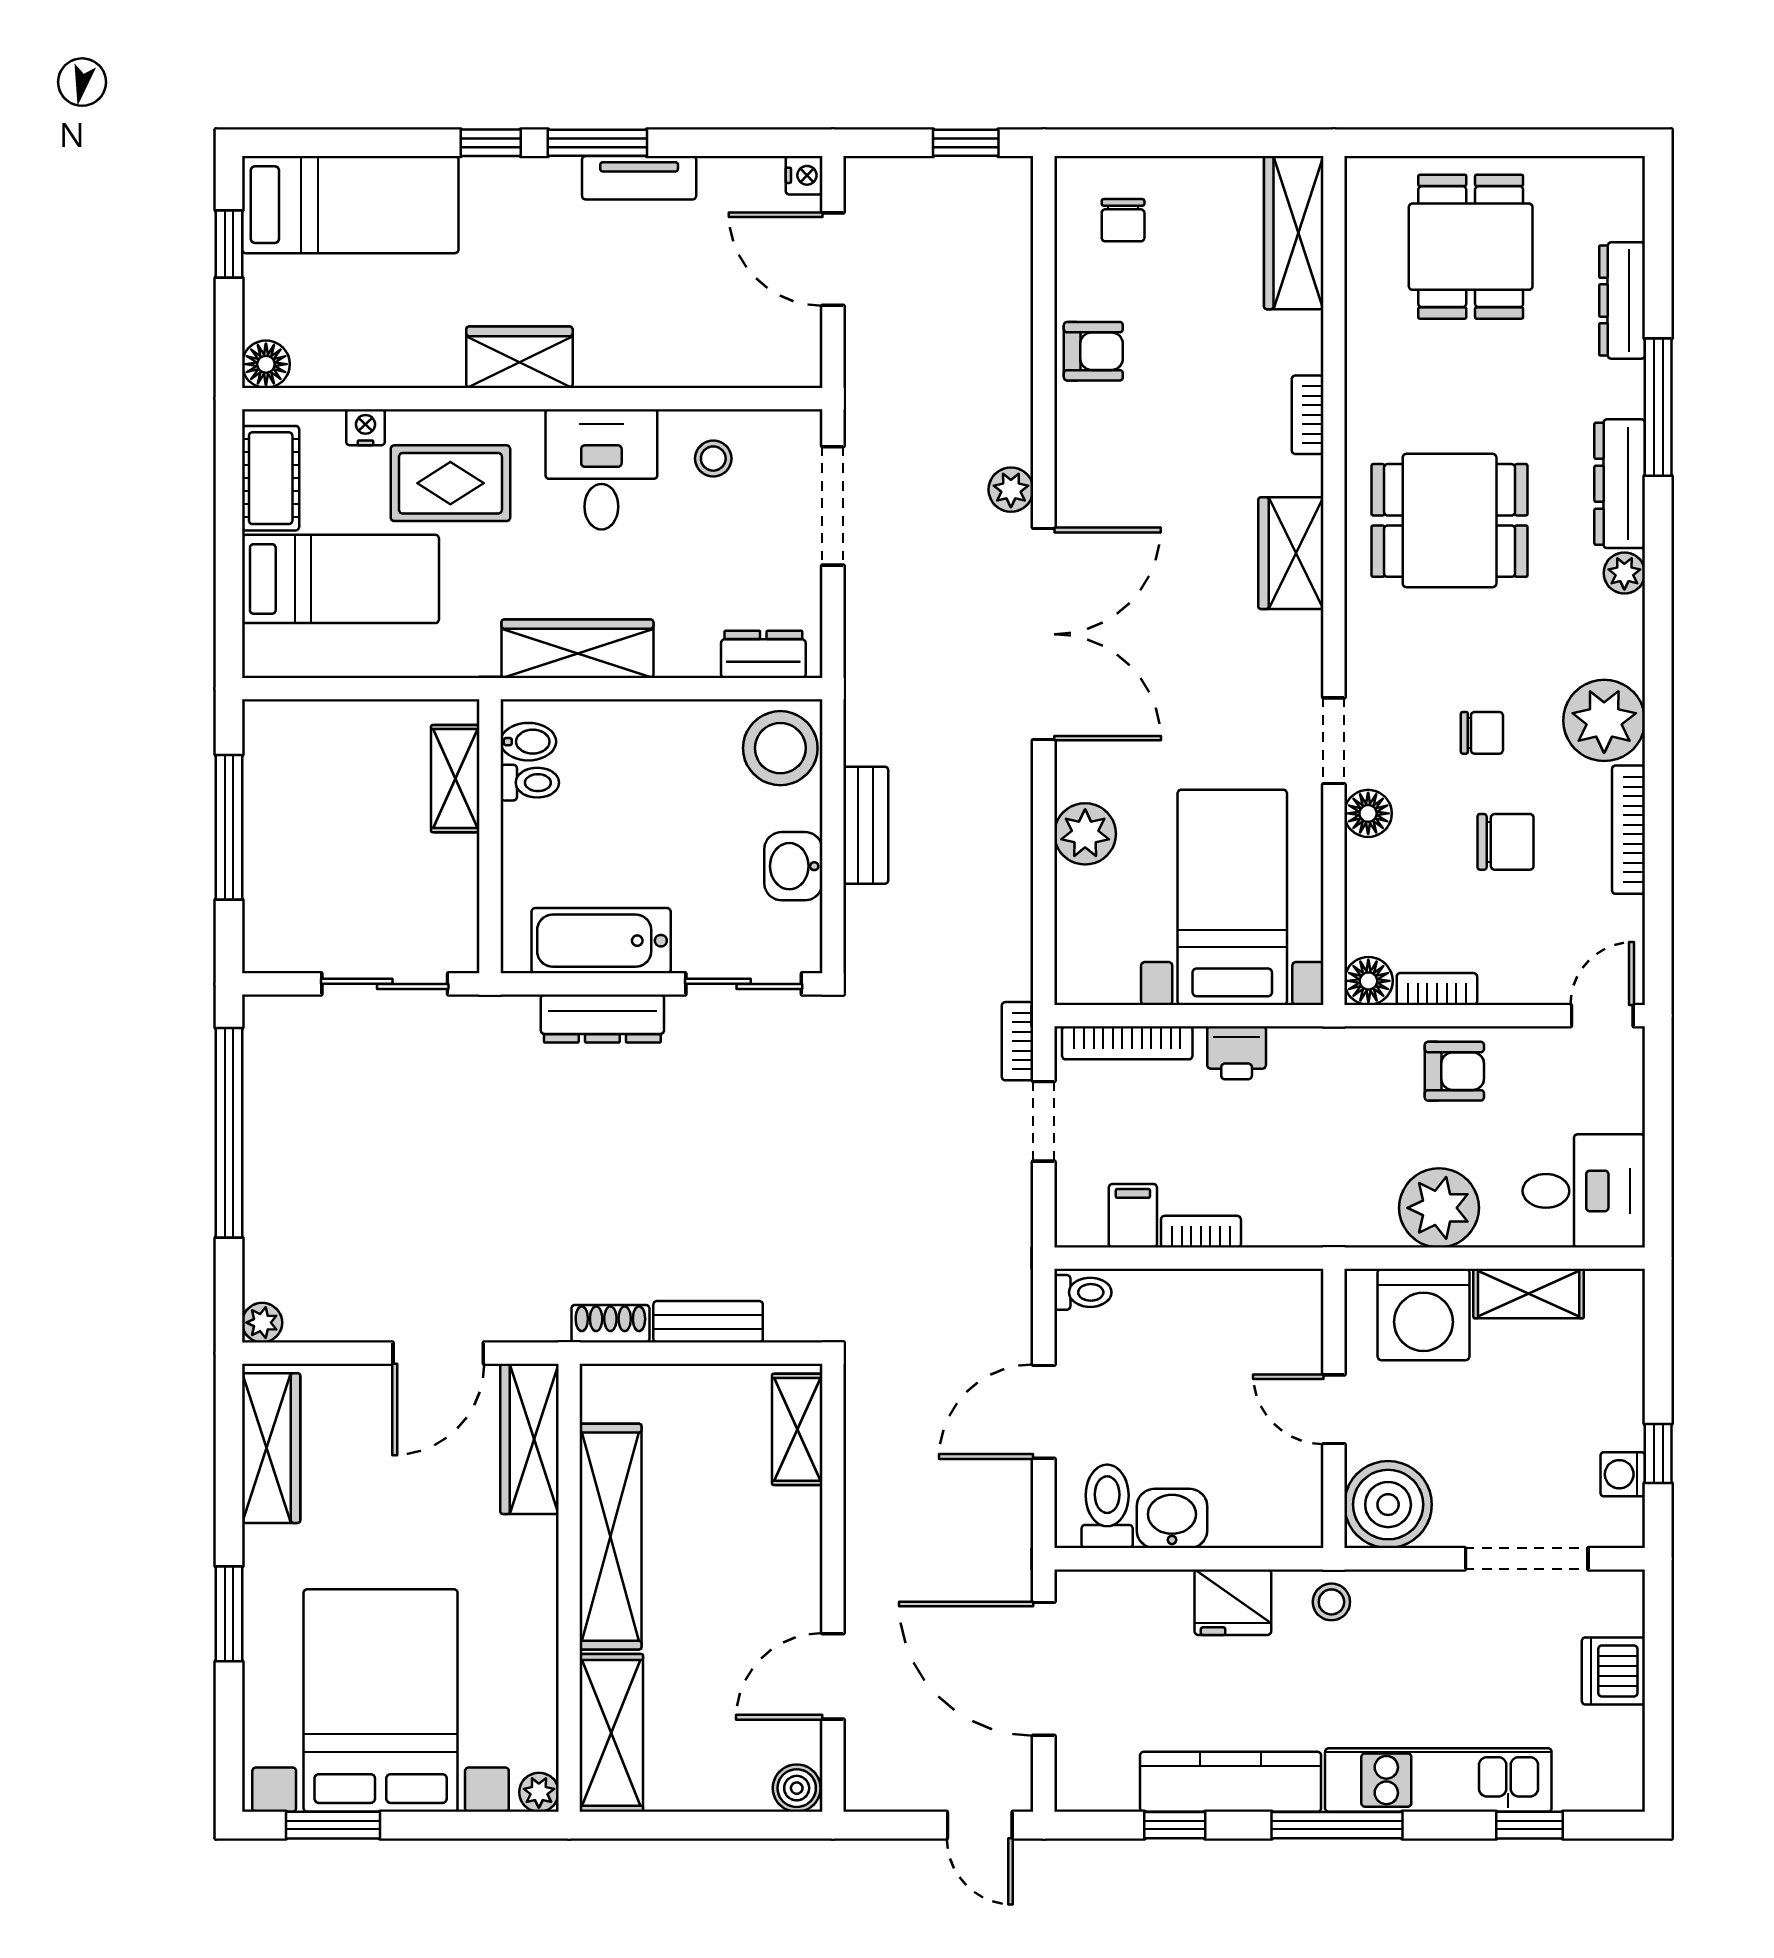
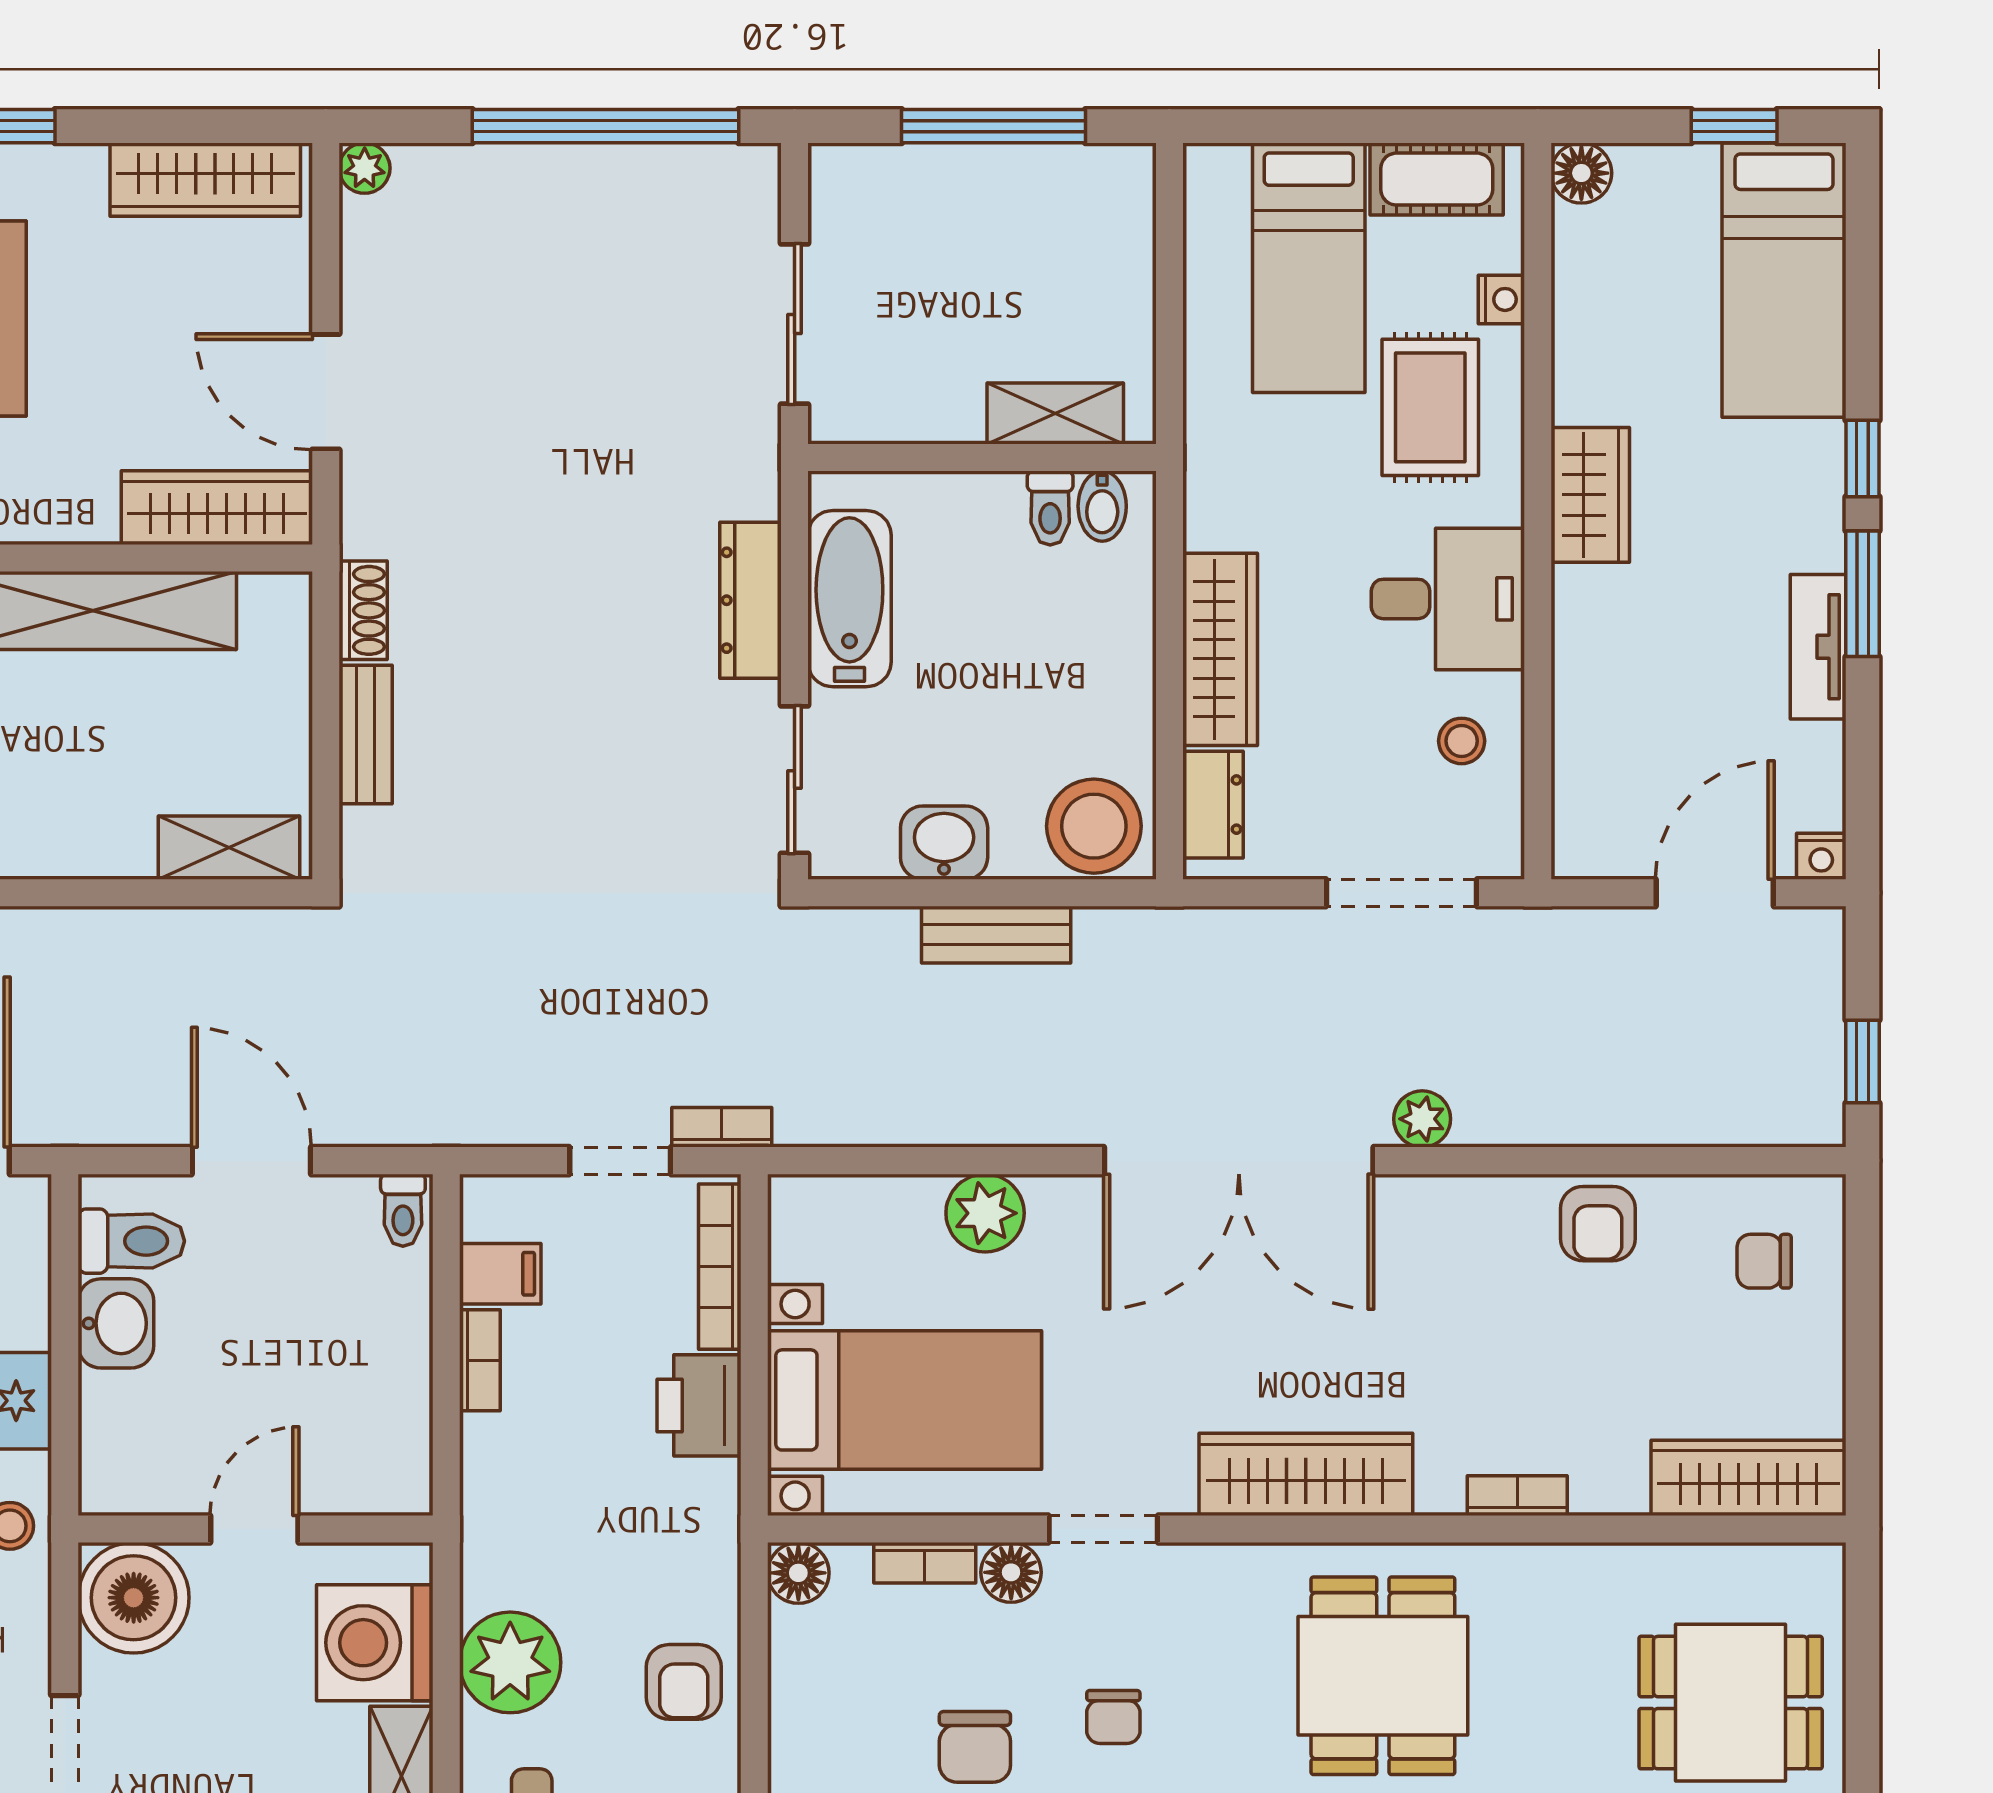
wardrobe: (1291, 553) -> (1306, 1474), width x1.50
wardrobe: (577, 649) -> (1220, 649), moved
bookcase: (1437, 989) -> (925, 1563), moved, turned 90
printer: (1237, 1053) -> (699, 1405), width x1.36, depth x1.24

